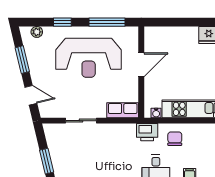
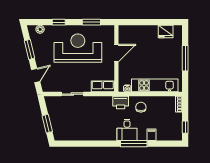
window: (107, 22) -> (91, 22), width x0.69
reception desk: (89, 58) -> (78, 48), turned 180
door: (31, 95) -> (36, 75), hinge flipped

